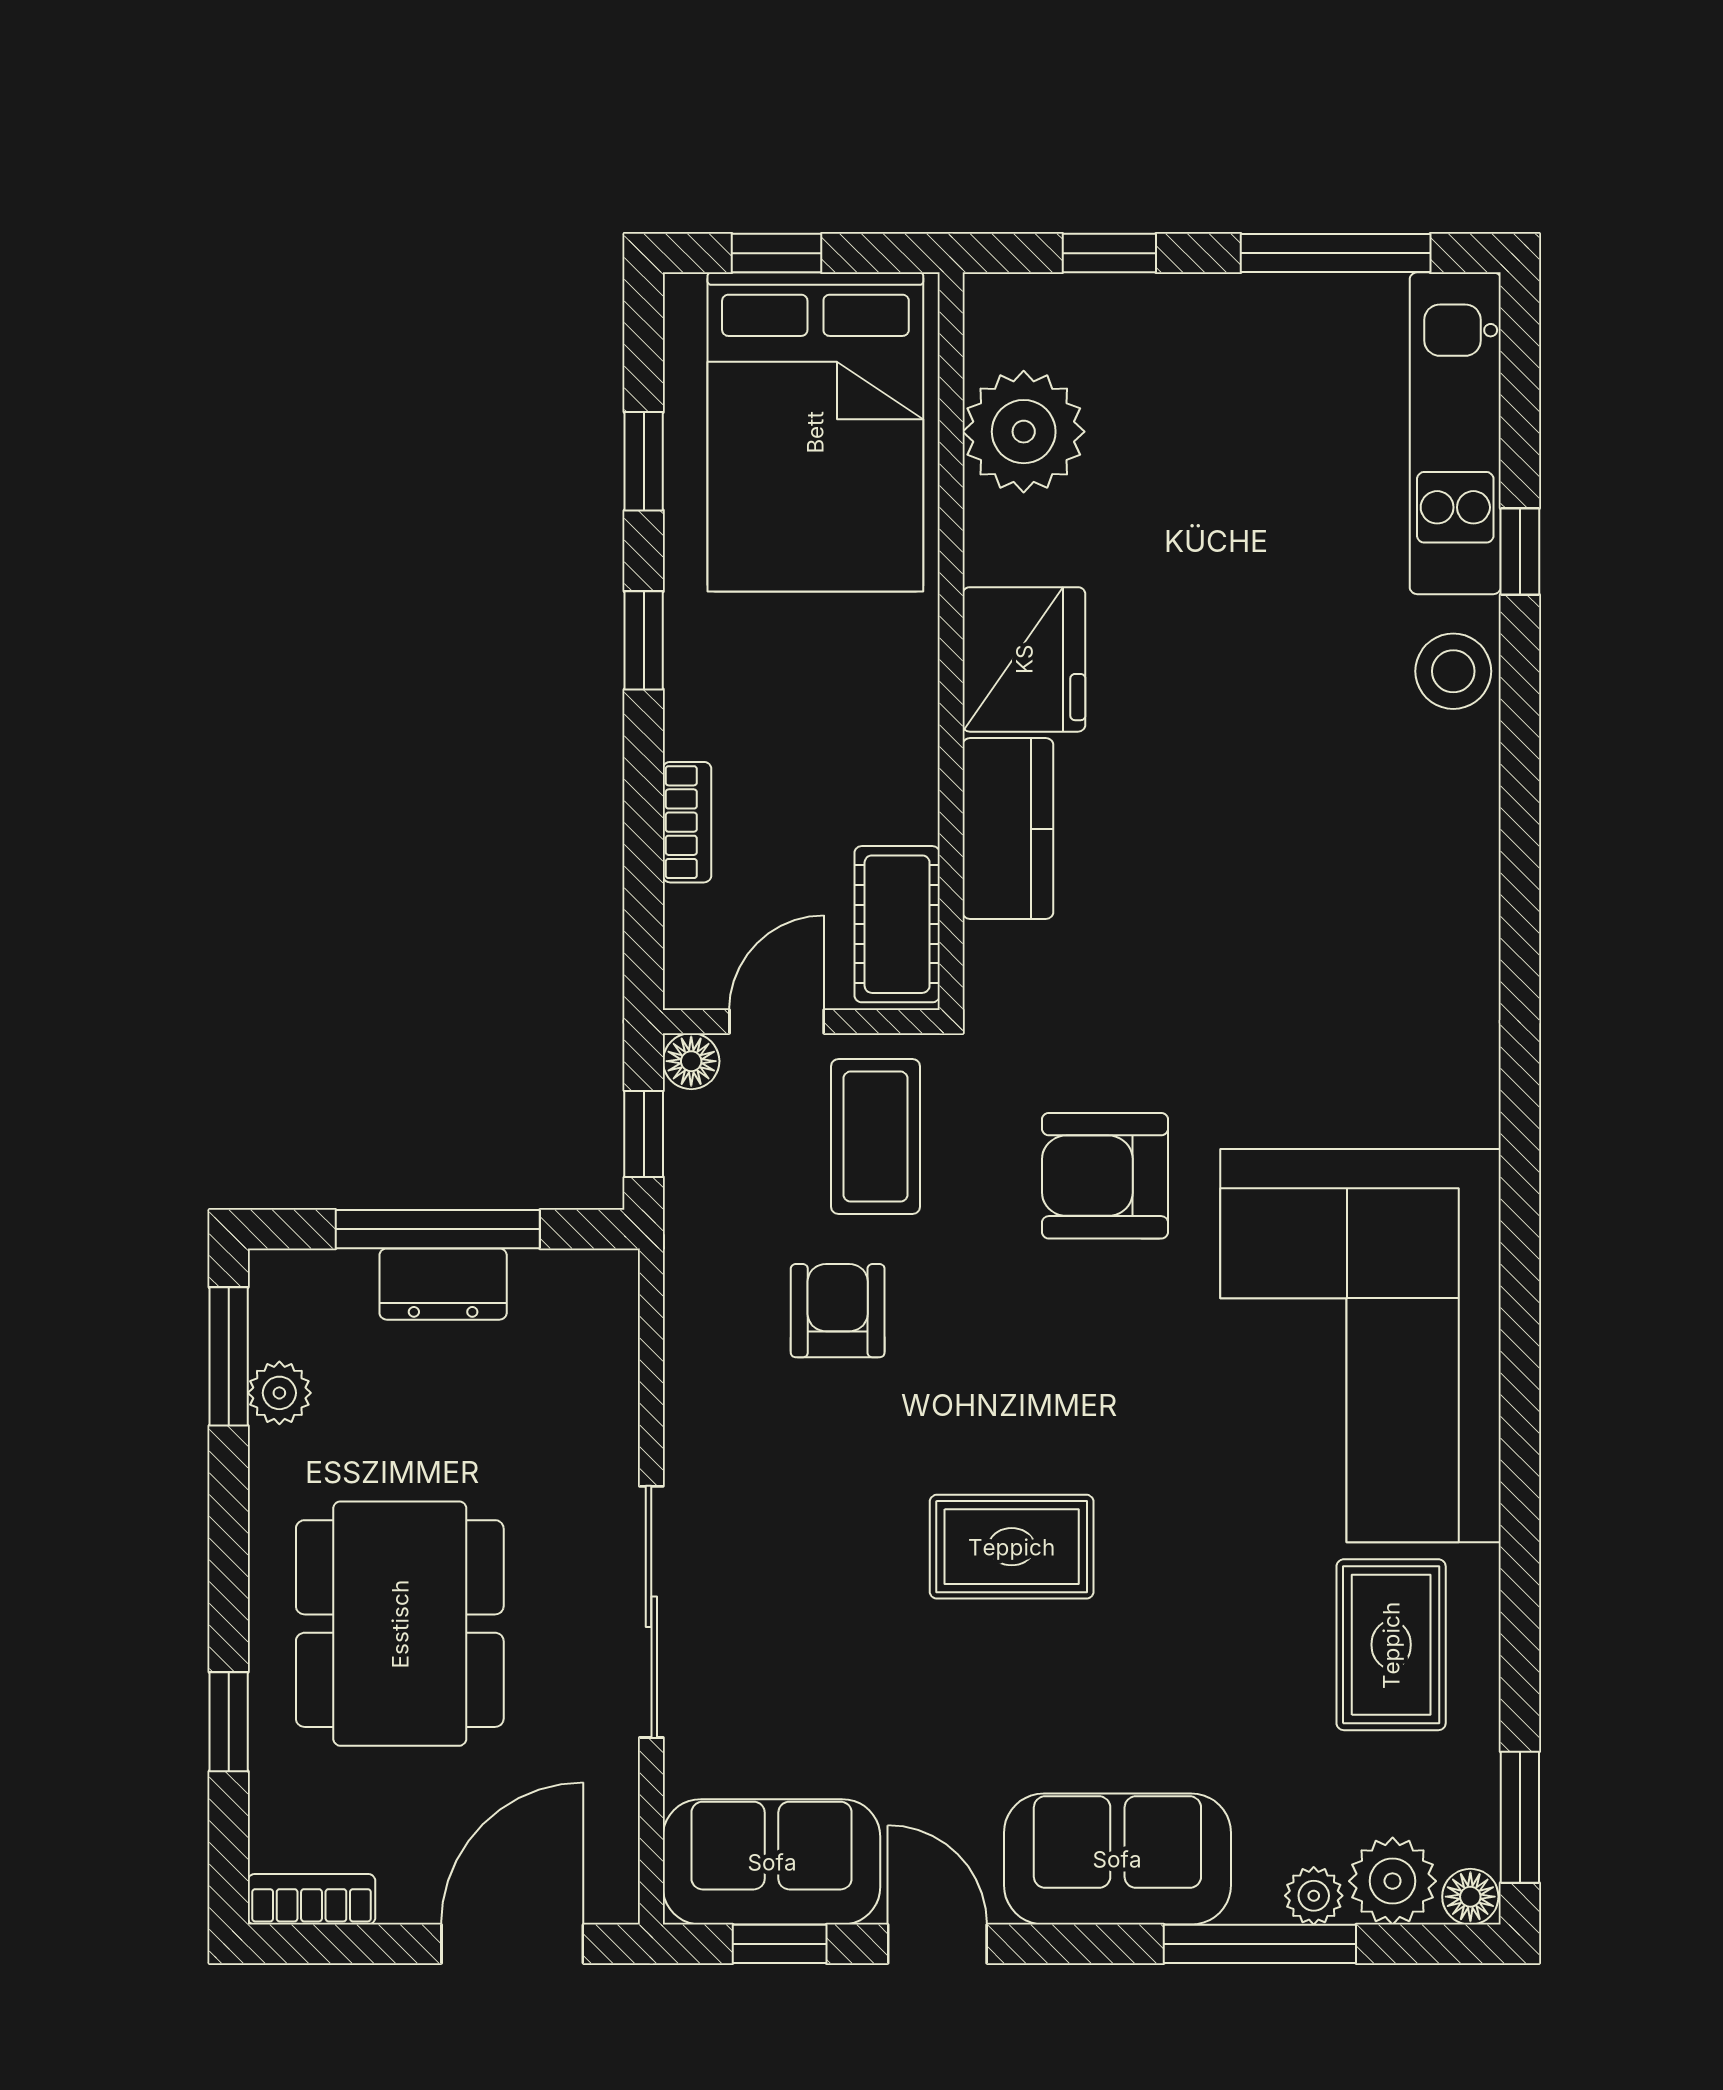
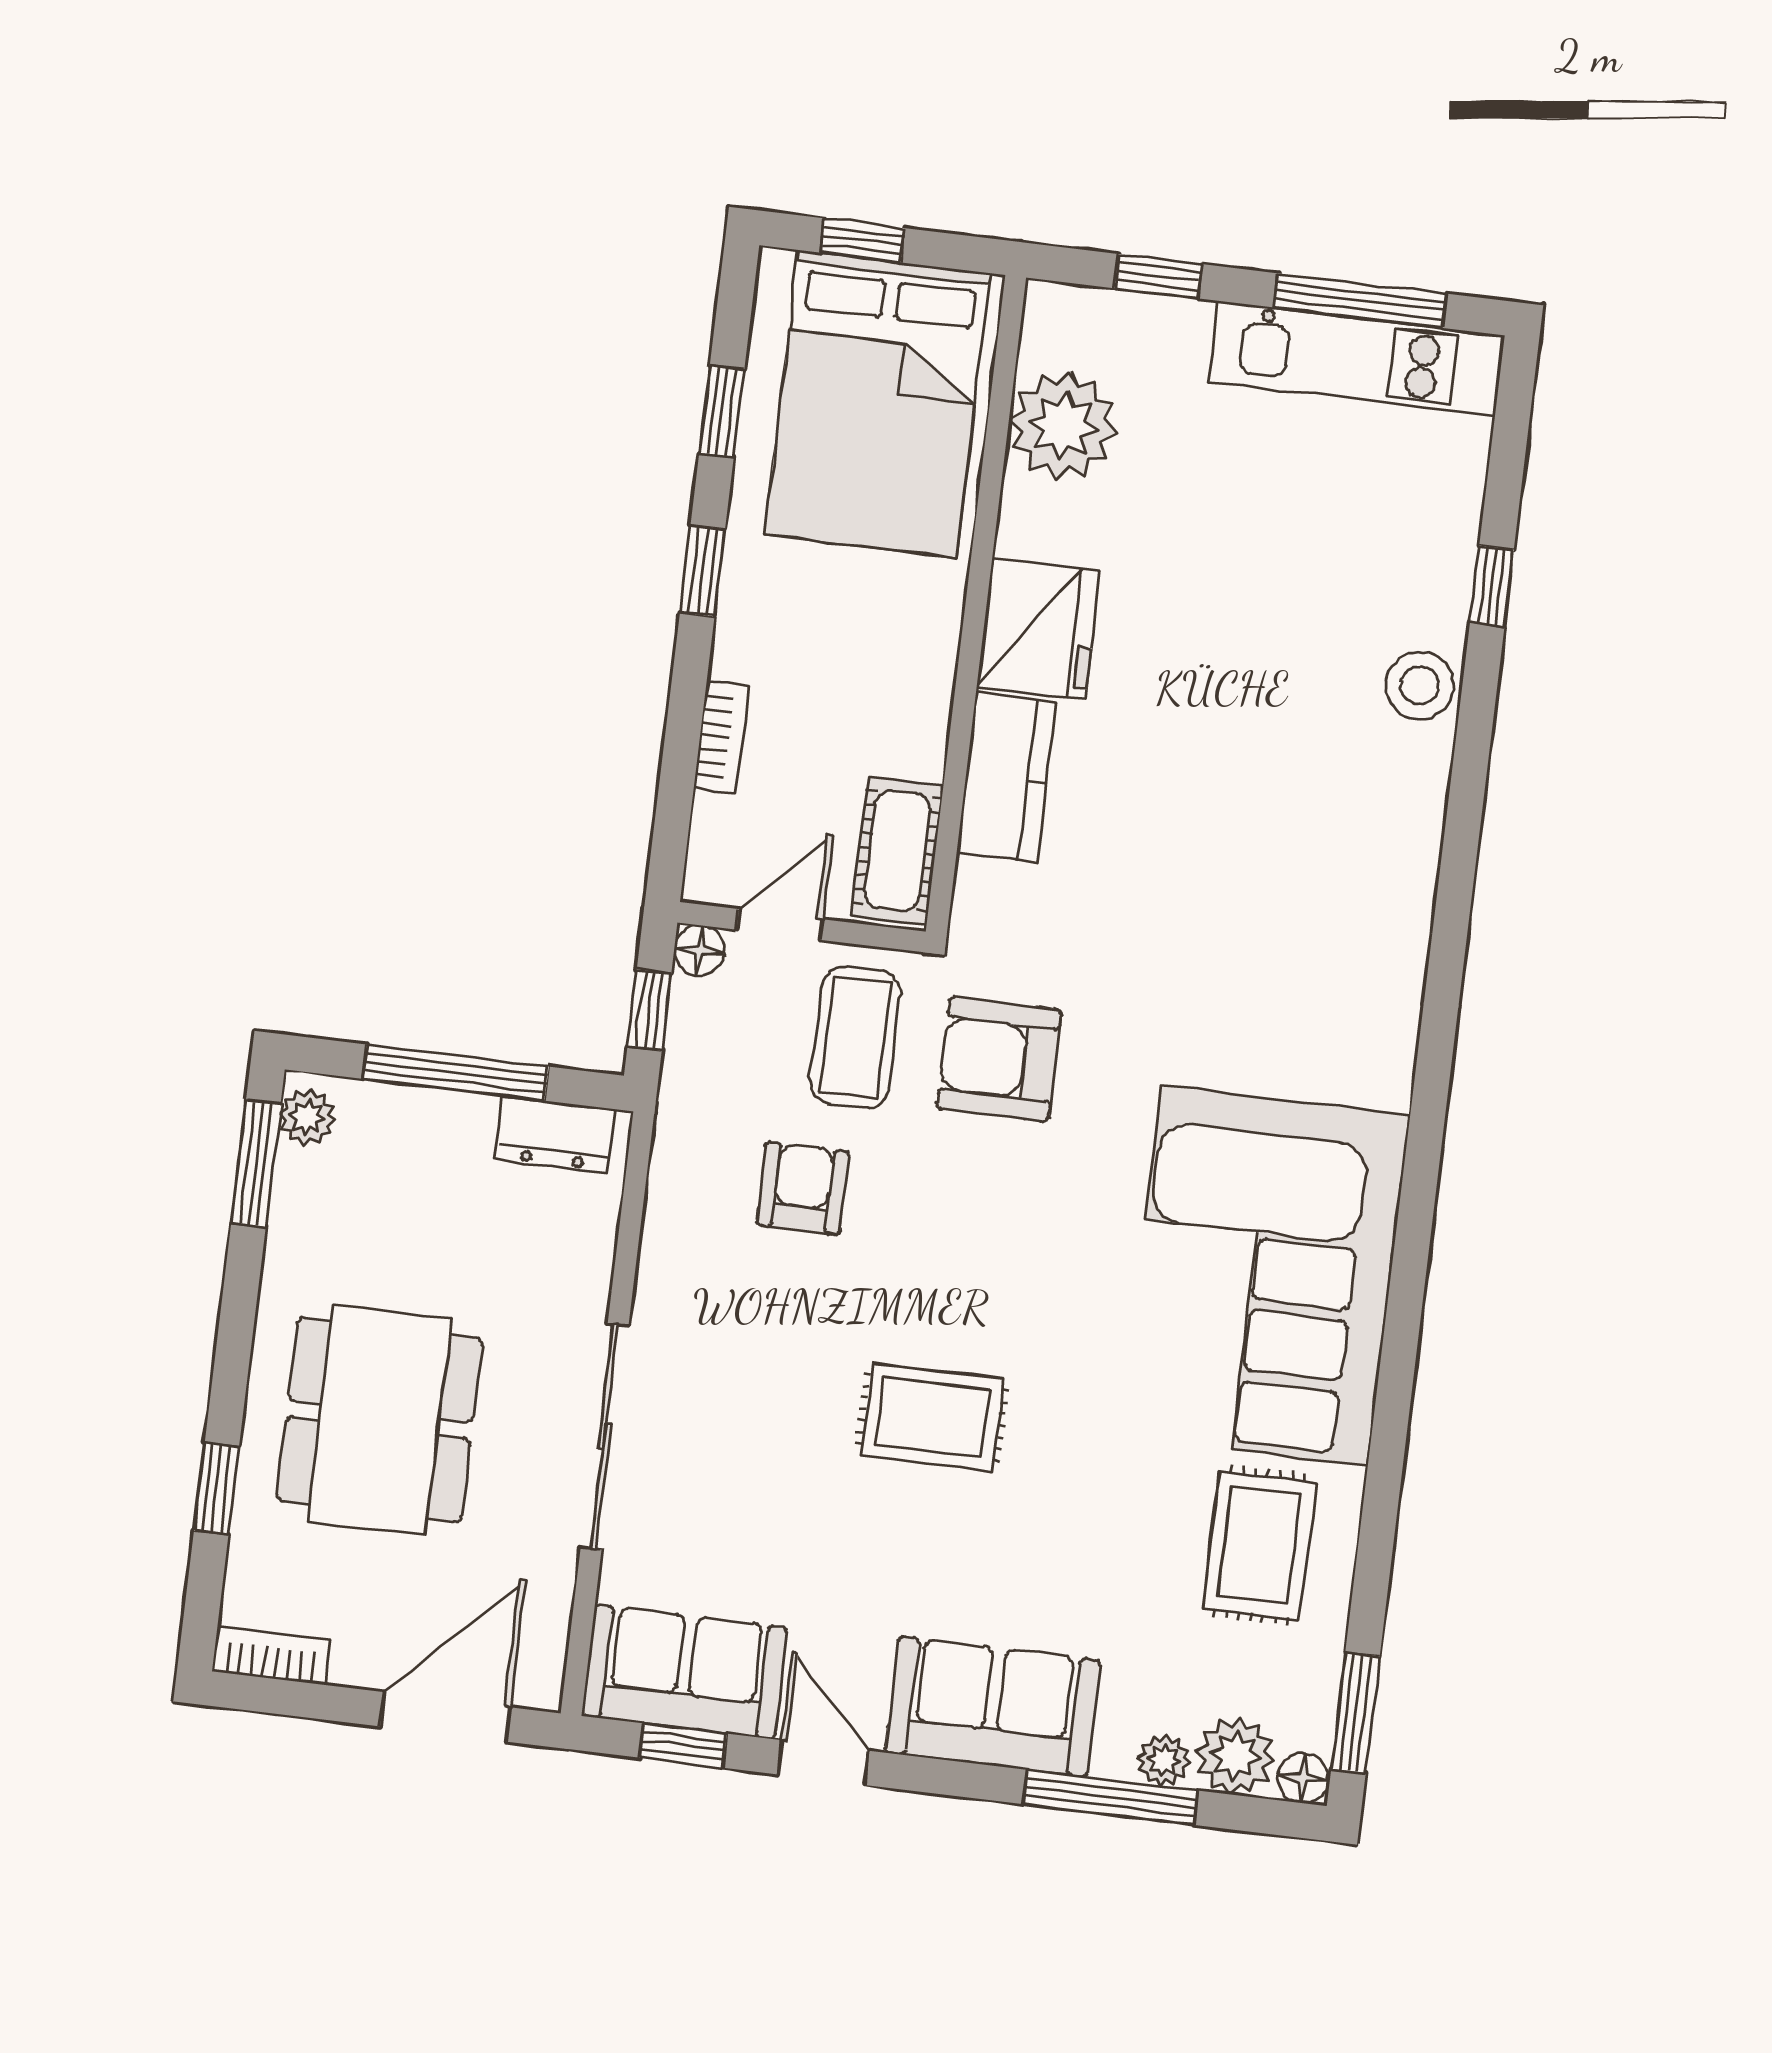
kitchen unit: (1455, 433) -> (1357, 359), moved, turned -90
armchair: (1105, 1176) -> (999, 1059), moved
dresser: (443, 1284) -> (555, 1134), moved
plant: (279, 1393) -> (307, 1117), moved

